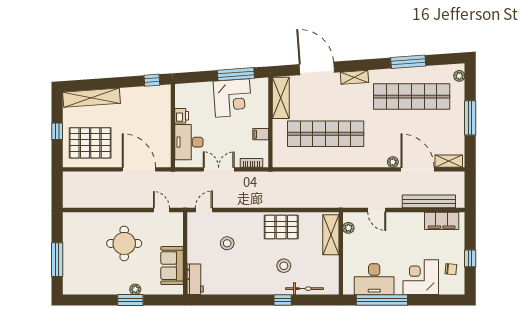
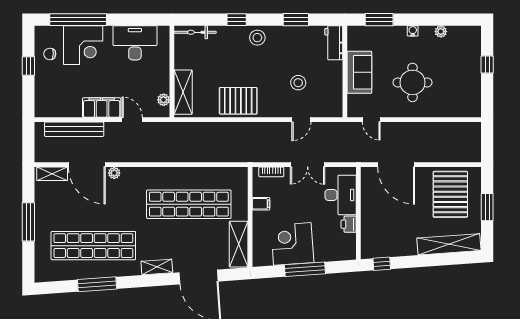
window: (236, 74) -> (305, 269), moved
plant: (459, 76) -> (40, 269), removed
window: (57, 131) -> (487, 207), width x1.50
pallet: (90, 143) -> (450, 194), turned 90
door: (204, 210) -> (301, 120), moved
filing cabinet: (442, 221) -> (102, 108), moved
window: (57, 260) -> (487, 64), width x0.46
sofa: (172, 266) -> (359, 72), moved
stool: (284, 266) -> (257, 38), moved
plant: (135, 289) -> (441, 32), moved
bicycle: (304, 289) -> (195, 32), moved
water cooler: (124, 290) -> (413, 31), added
window: (130, 300) -> (379, 20), moved
window: (229, 300) -> (296, 20), added
window: (382, 300) -> (78, 20), moved

